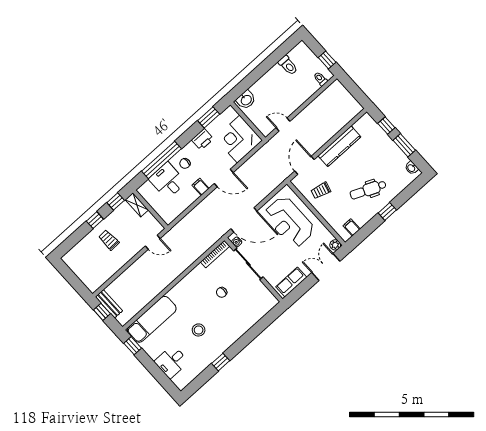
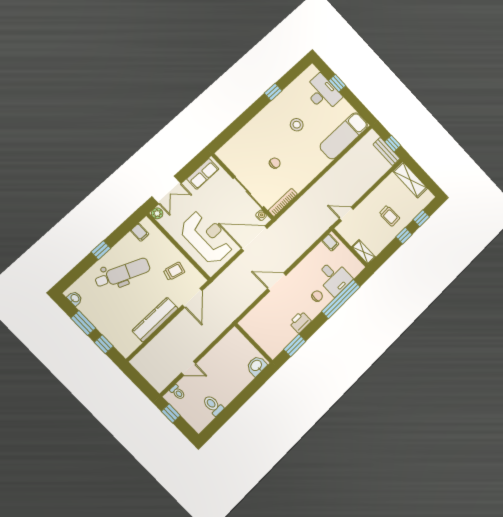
door: (283, 124) -> (189, 368), moved
corner desk: (239, 139) -> (263, 324), removed
filing cabinet: (201, 187) -> (330, 242), moved
dental chair: (368, 190) -> (123, 273), width x1.36, depth x1.38
window: (116, 201) -> (421, 218), moved
shelving: (86, 276) -> (410, 180), added
window: (133, 346) -> (337, 83), moved
desk: (171, 362) -> (323, 93), width x1.37

